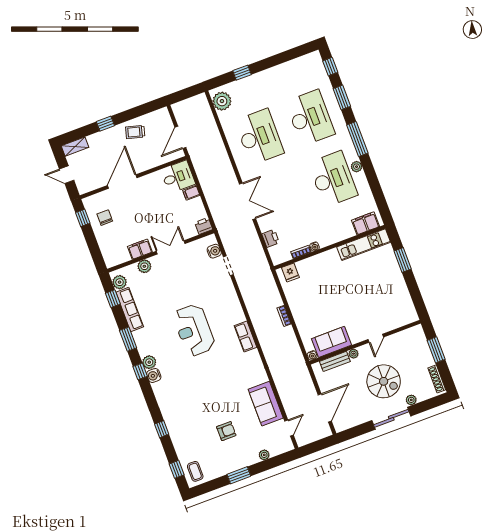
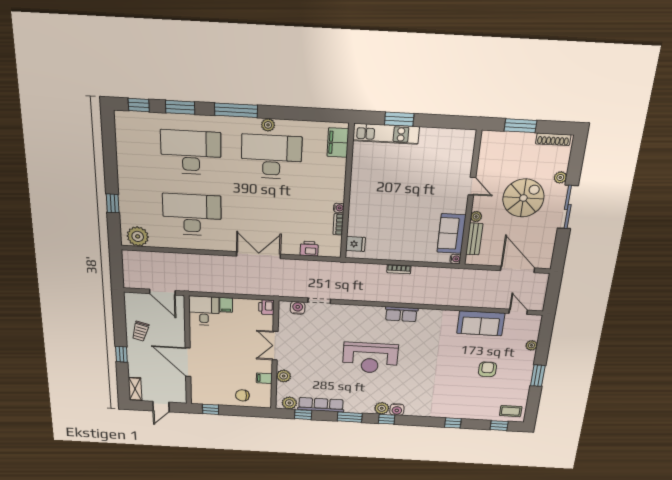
chair: (105, 218) -> (242, 395), moved
kitchen unit: (364, 245) -> (386, 134), moved, turned 90
filing cabinet: (140, 249) -> (264, 378), width x0.50

